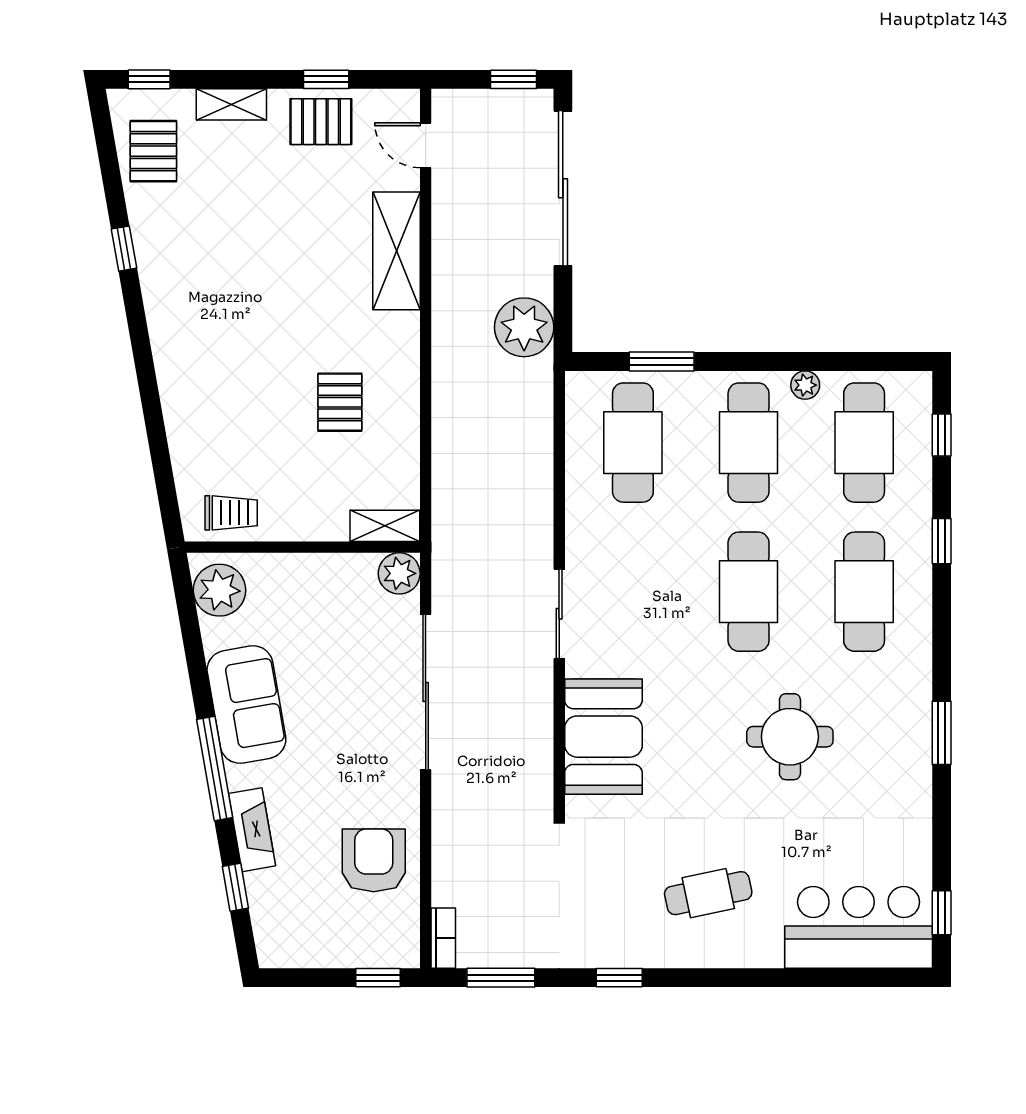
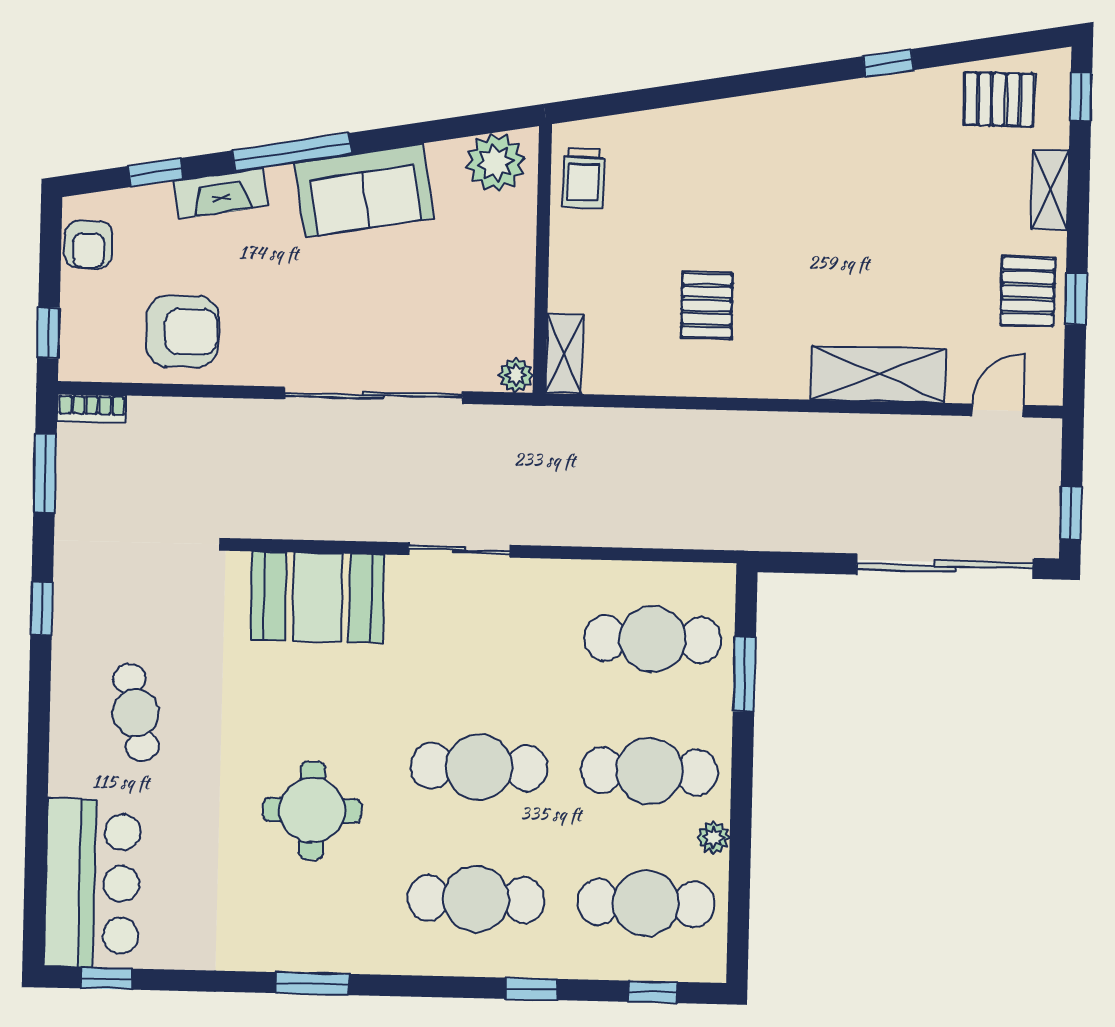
plant: (524, 327) -> (787, 518), removed
pallet: (340, 402) -> (707, 305), turned 90
plant: (399, 573) -> (516, 375), width x0.73, depth x0.73
armchair: (300, 944) -> (89, 245), added

